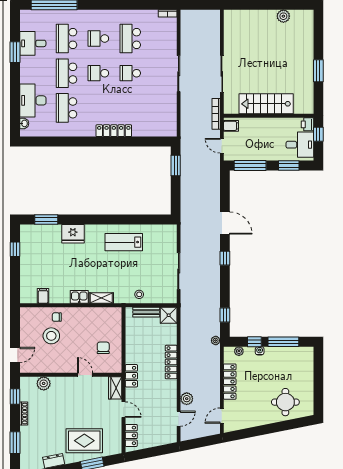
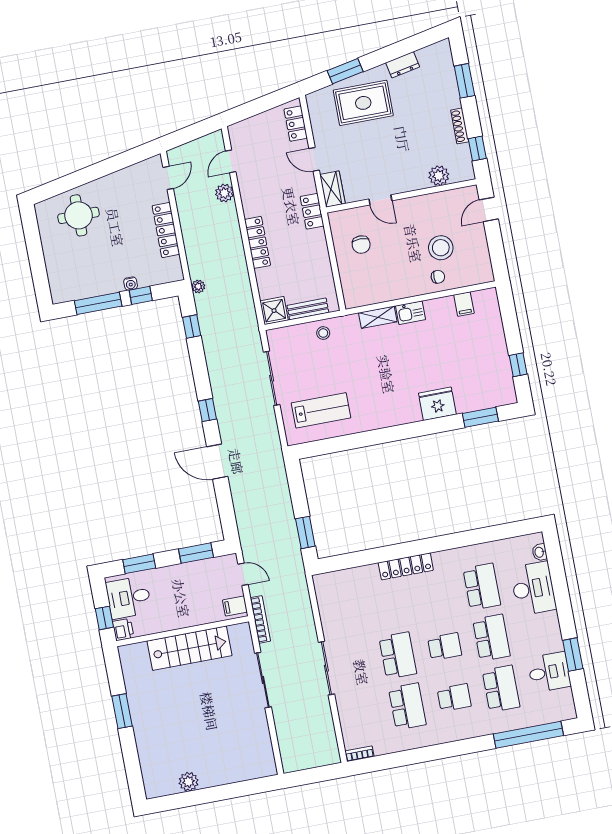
school desk: (130, 73) -> (398, 655), width x1.85
window: (250, 166) -> (196, 553), width x0.69
lab bench: (124, 242) -> (321, 410), moved
plant: (239, 351) -> (161, 277), removed

